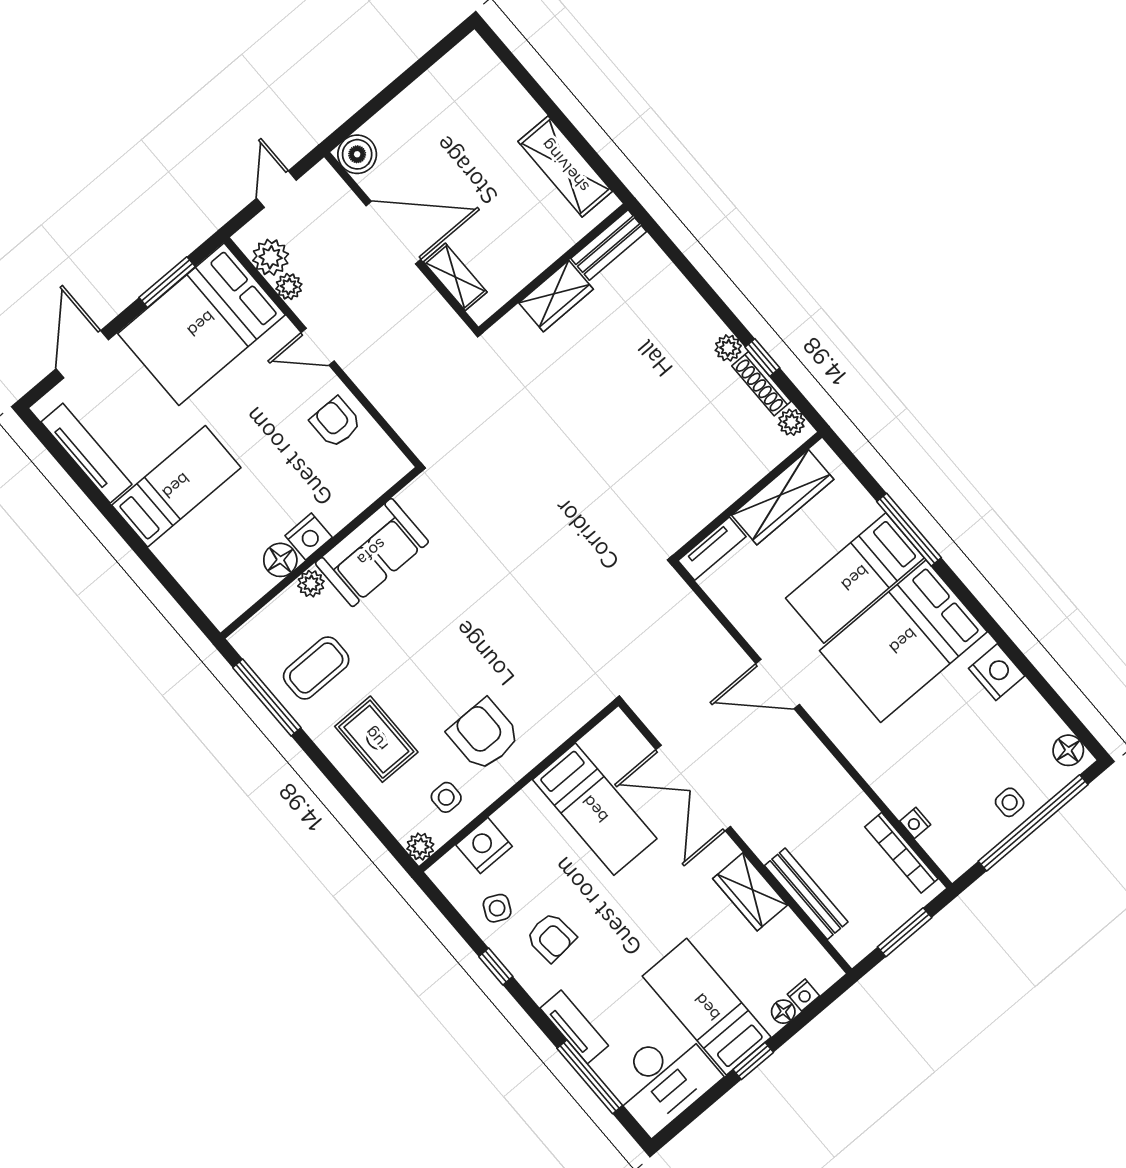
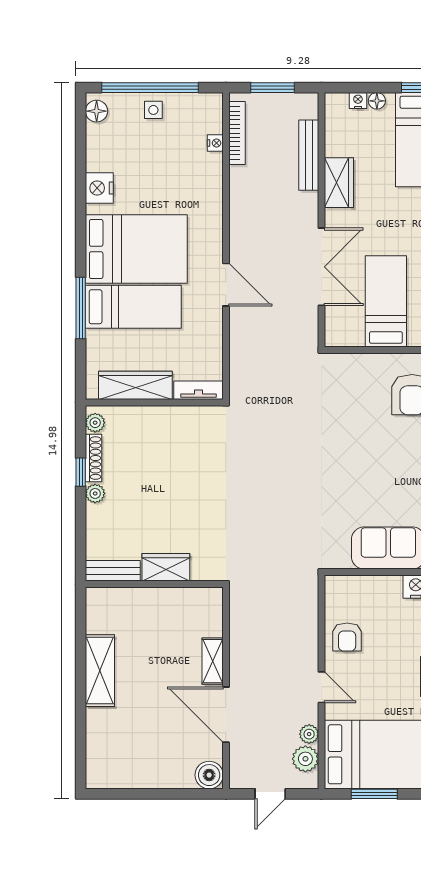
bench: (609, 245) -> (113, 571), moved
wall: (553, 268) -> (154, 584), moved
wardrobe: (556, 296) -> (166, 567), moved

